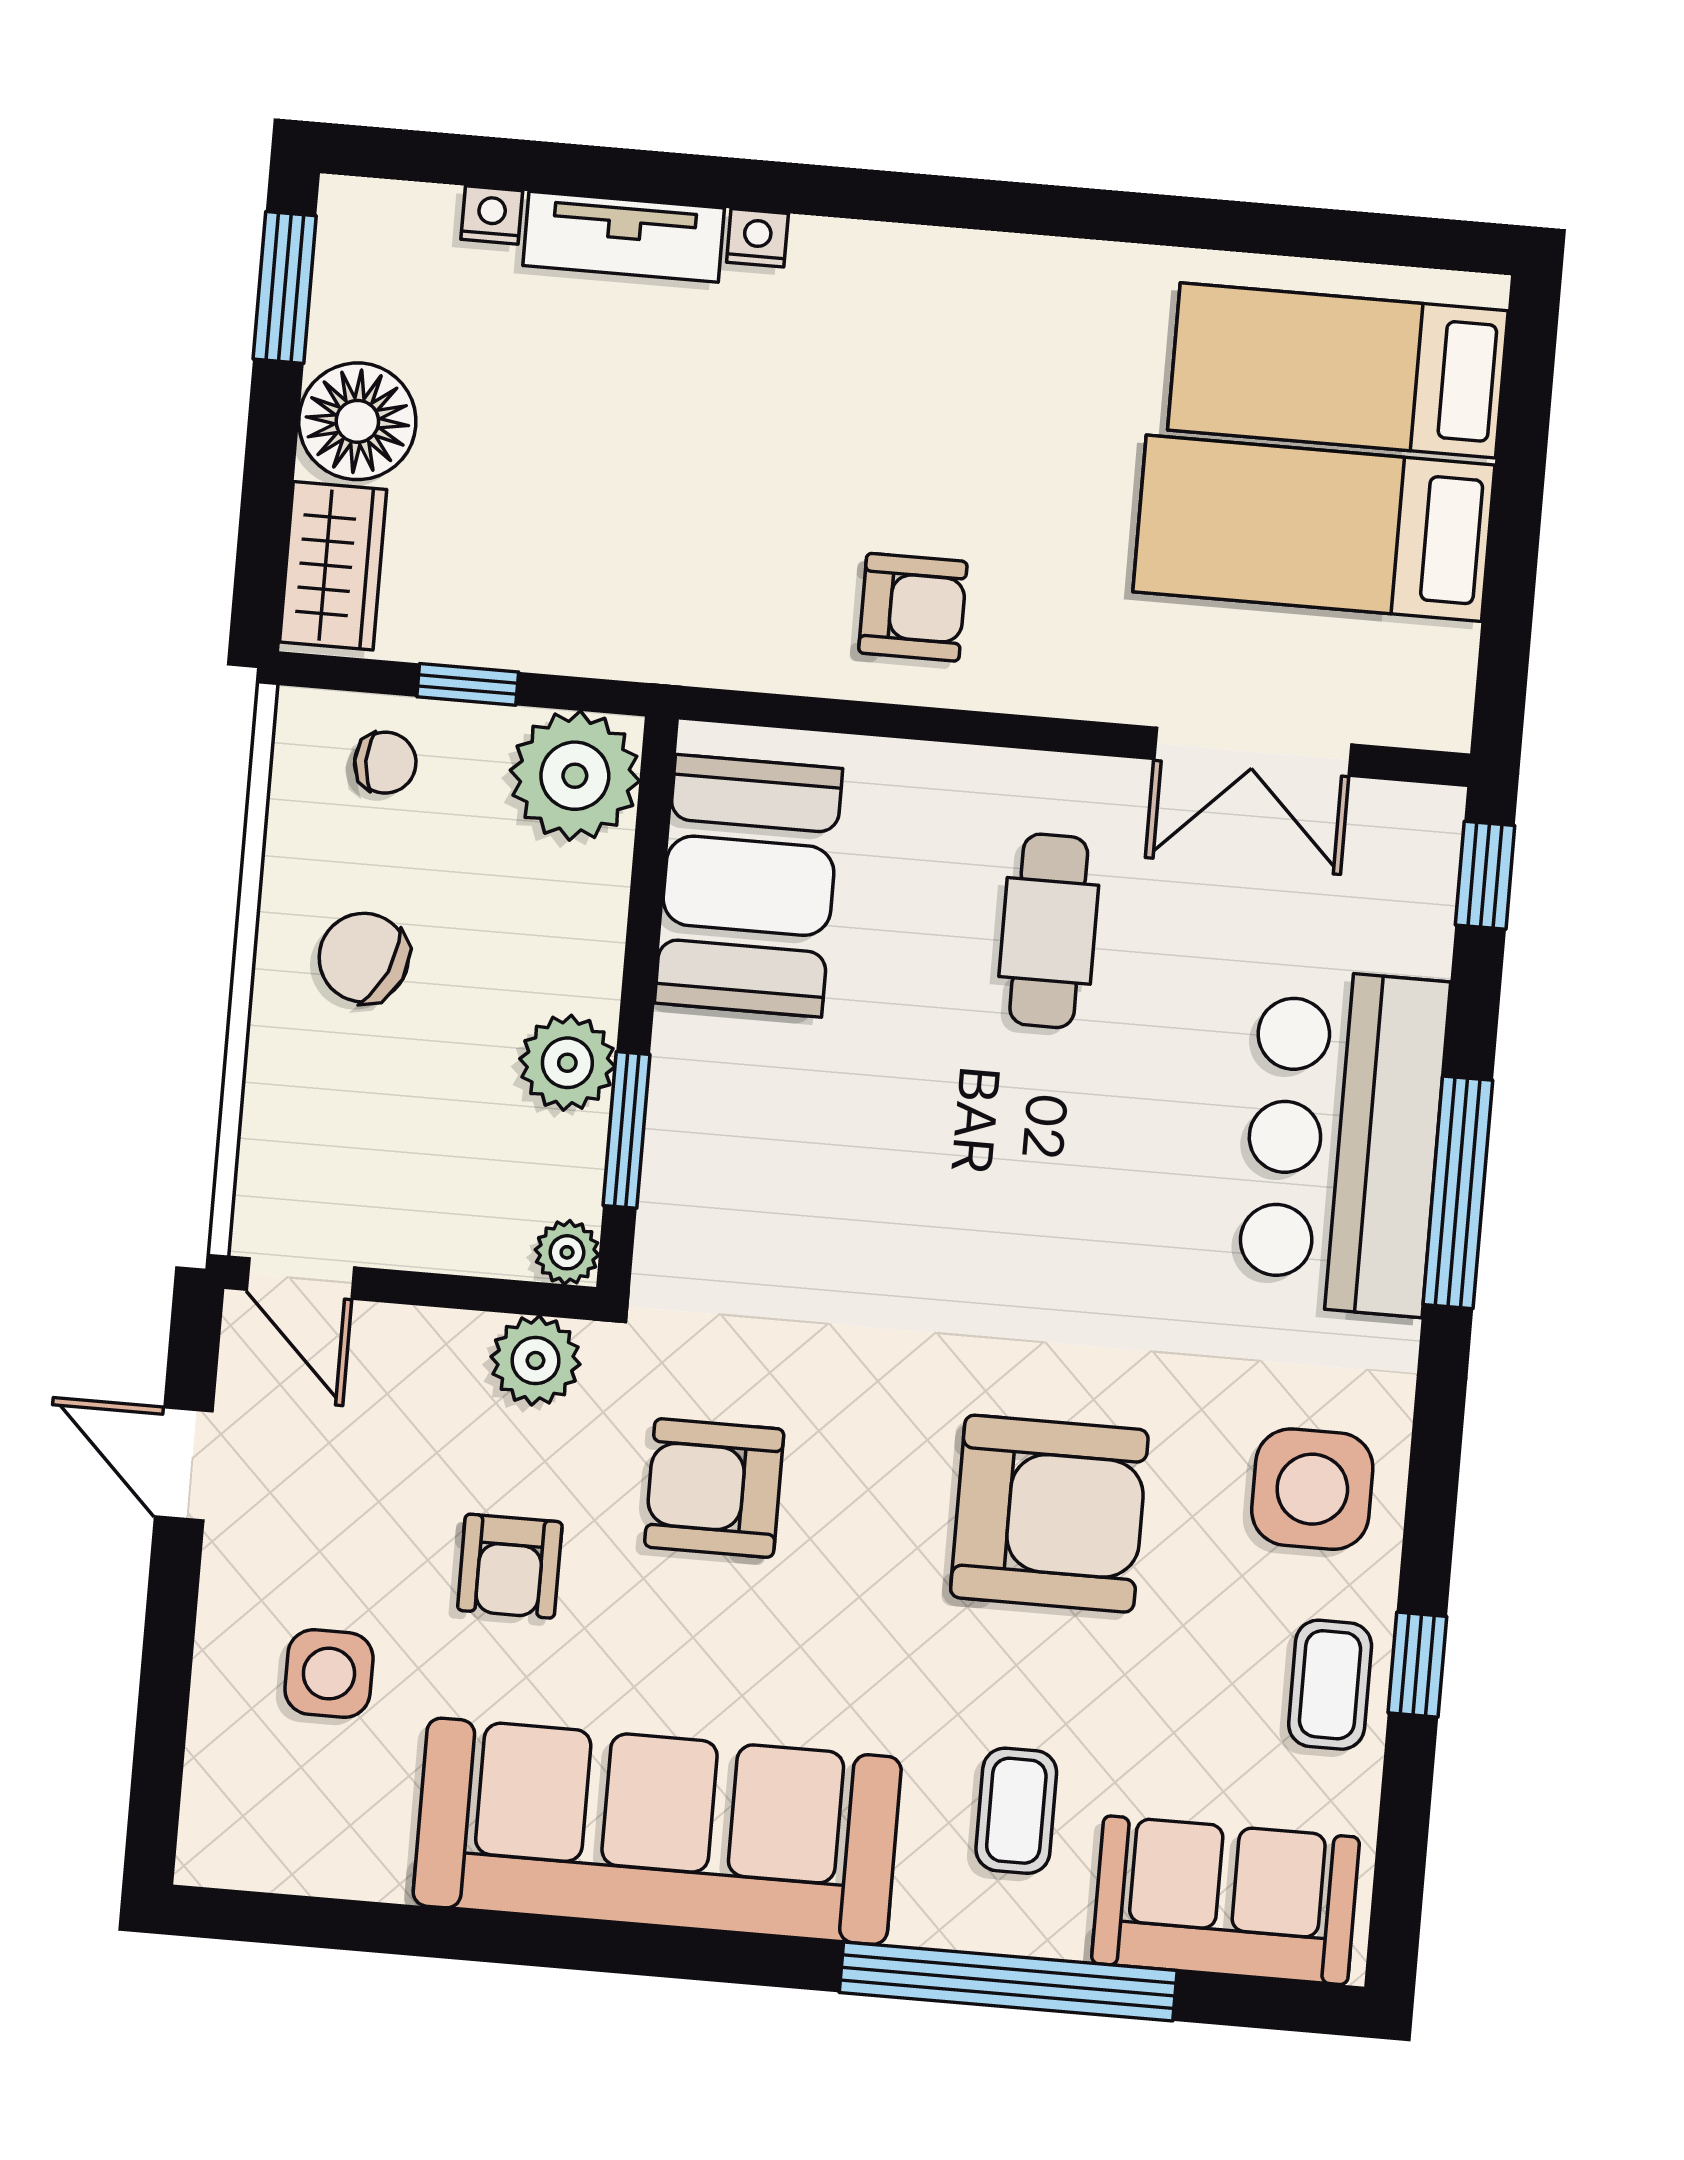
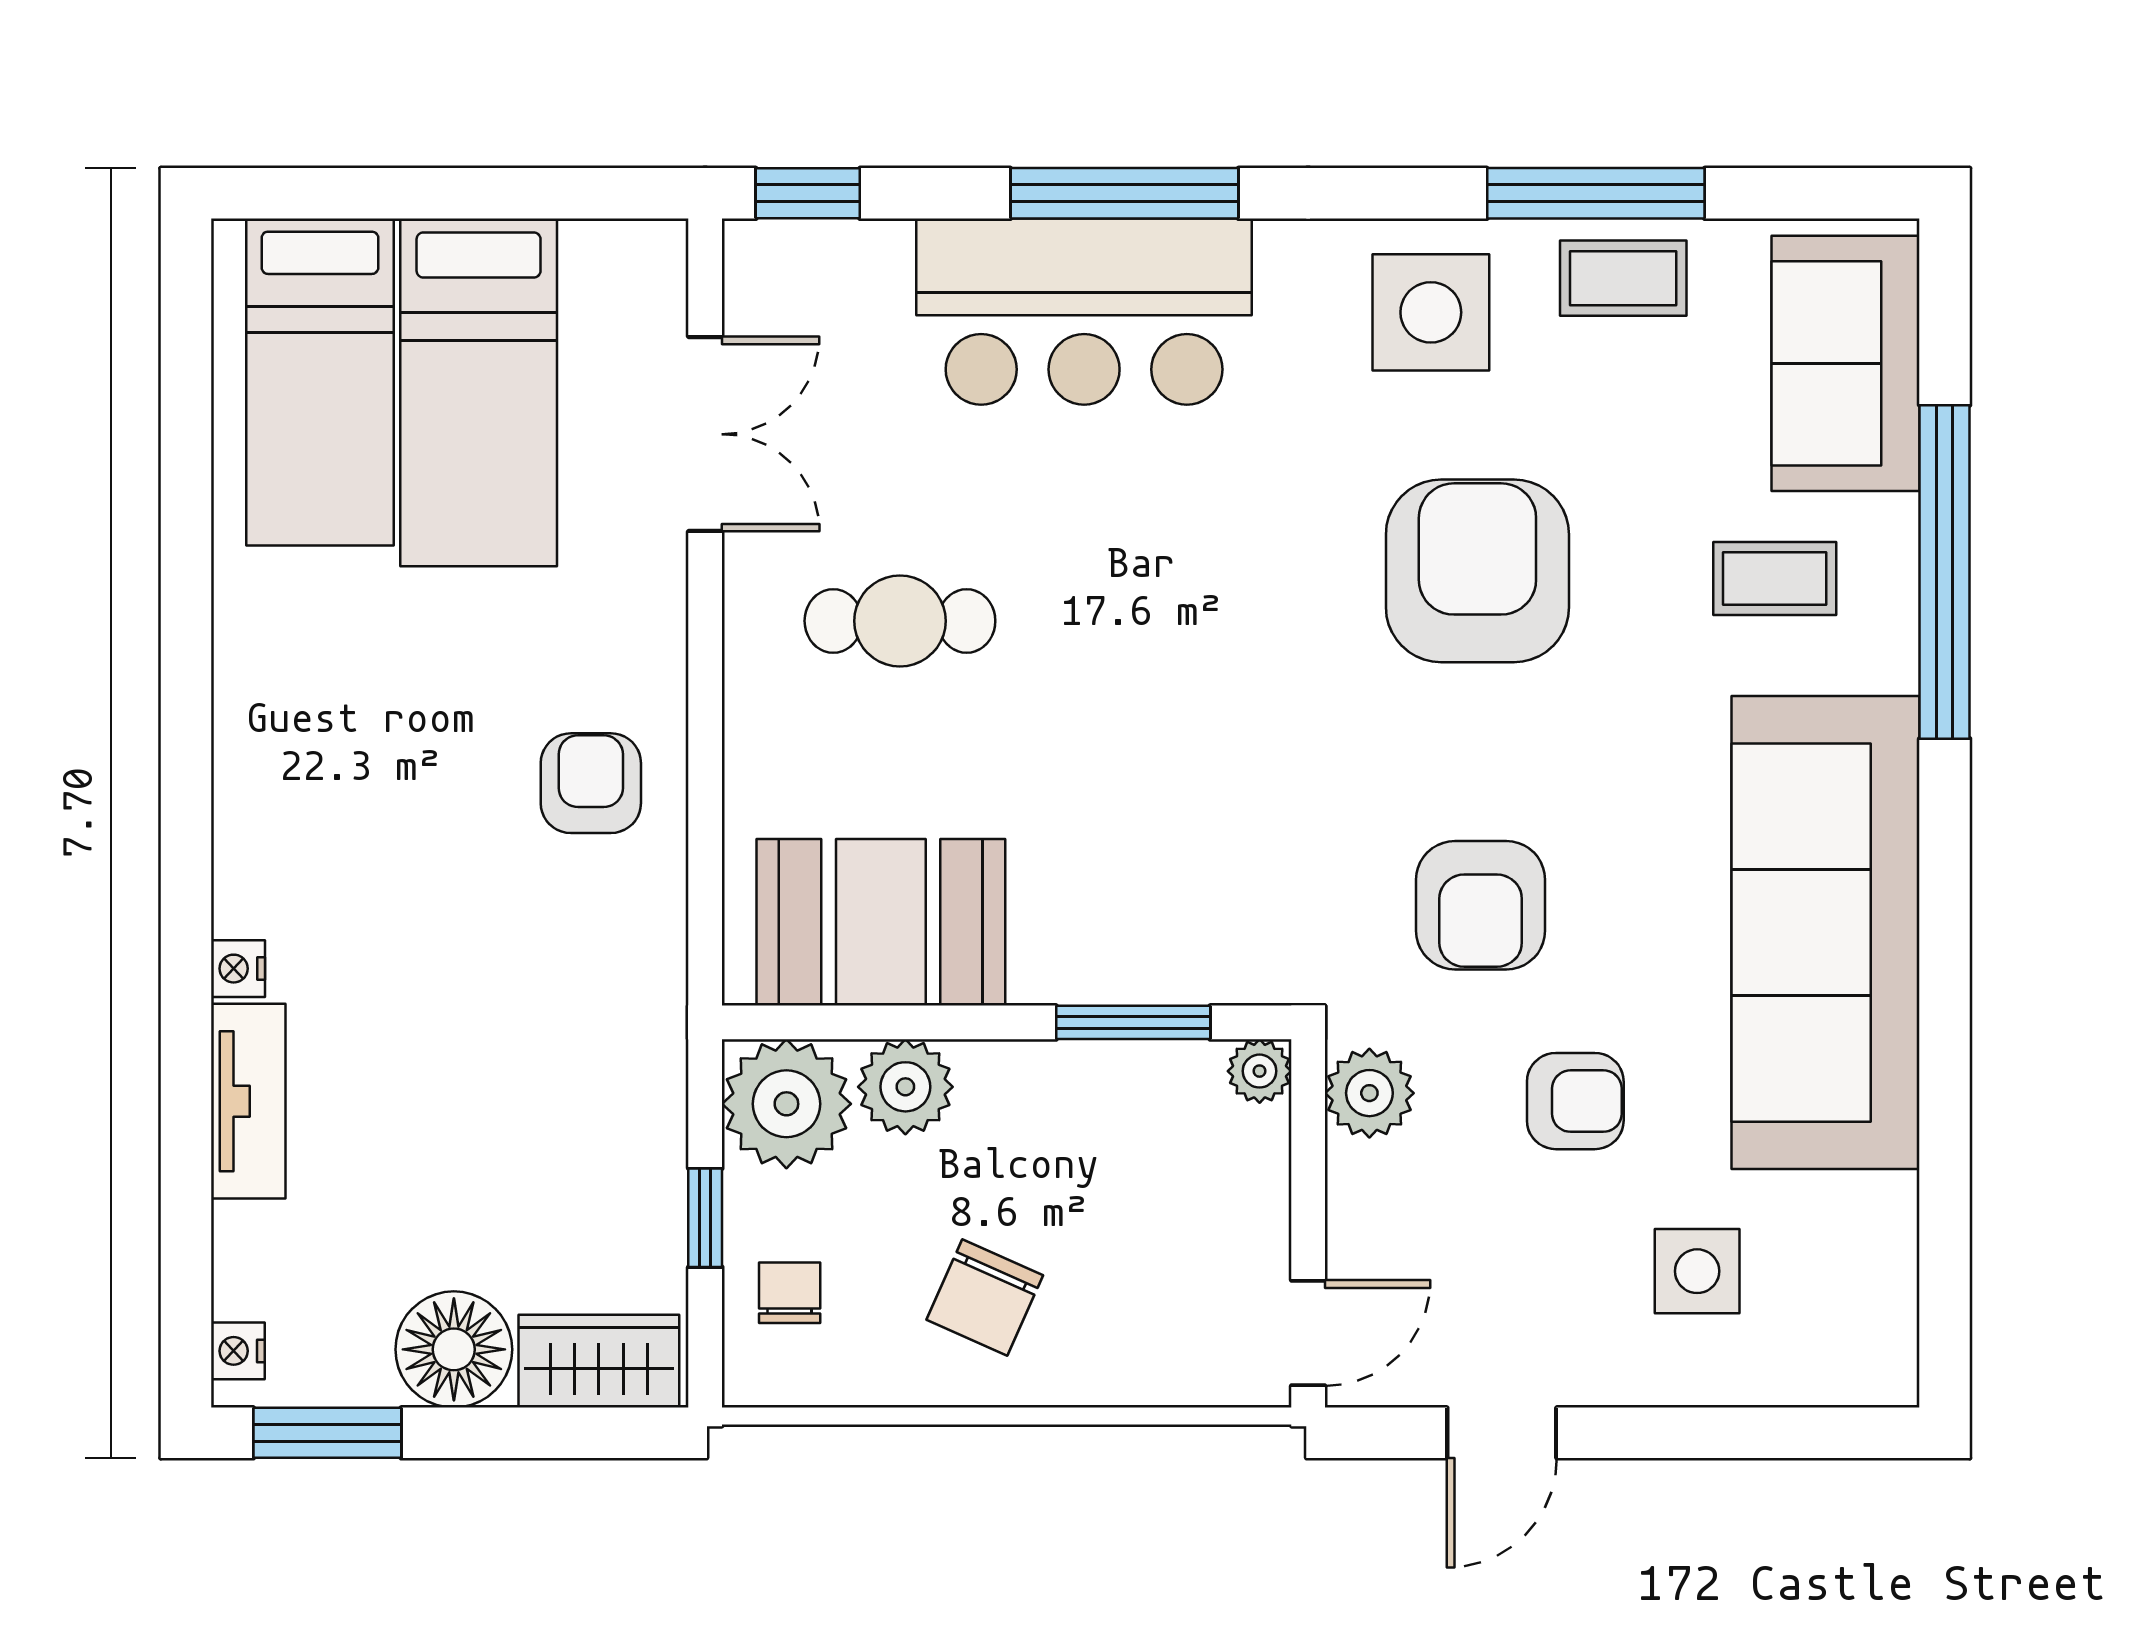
nightstand: (492, 215) -> (238, 1351), moved
plant: (567, 1063) -> (905, 1087), moved
window: (1417, 1665) -> (1596, 193), width x2.17

